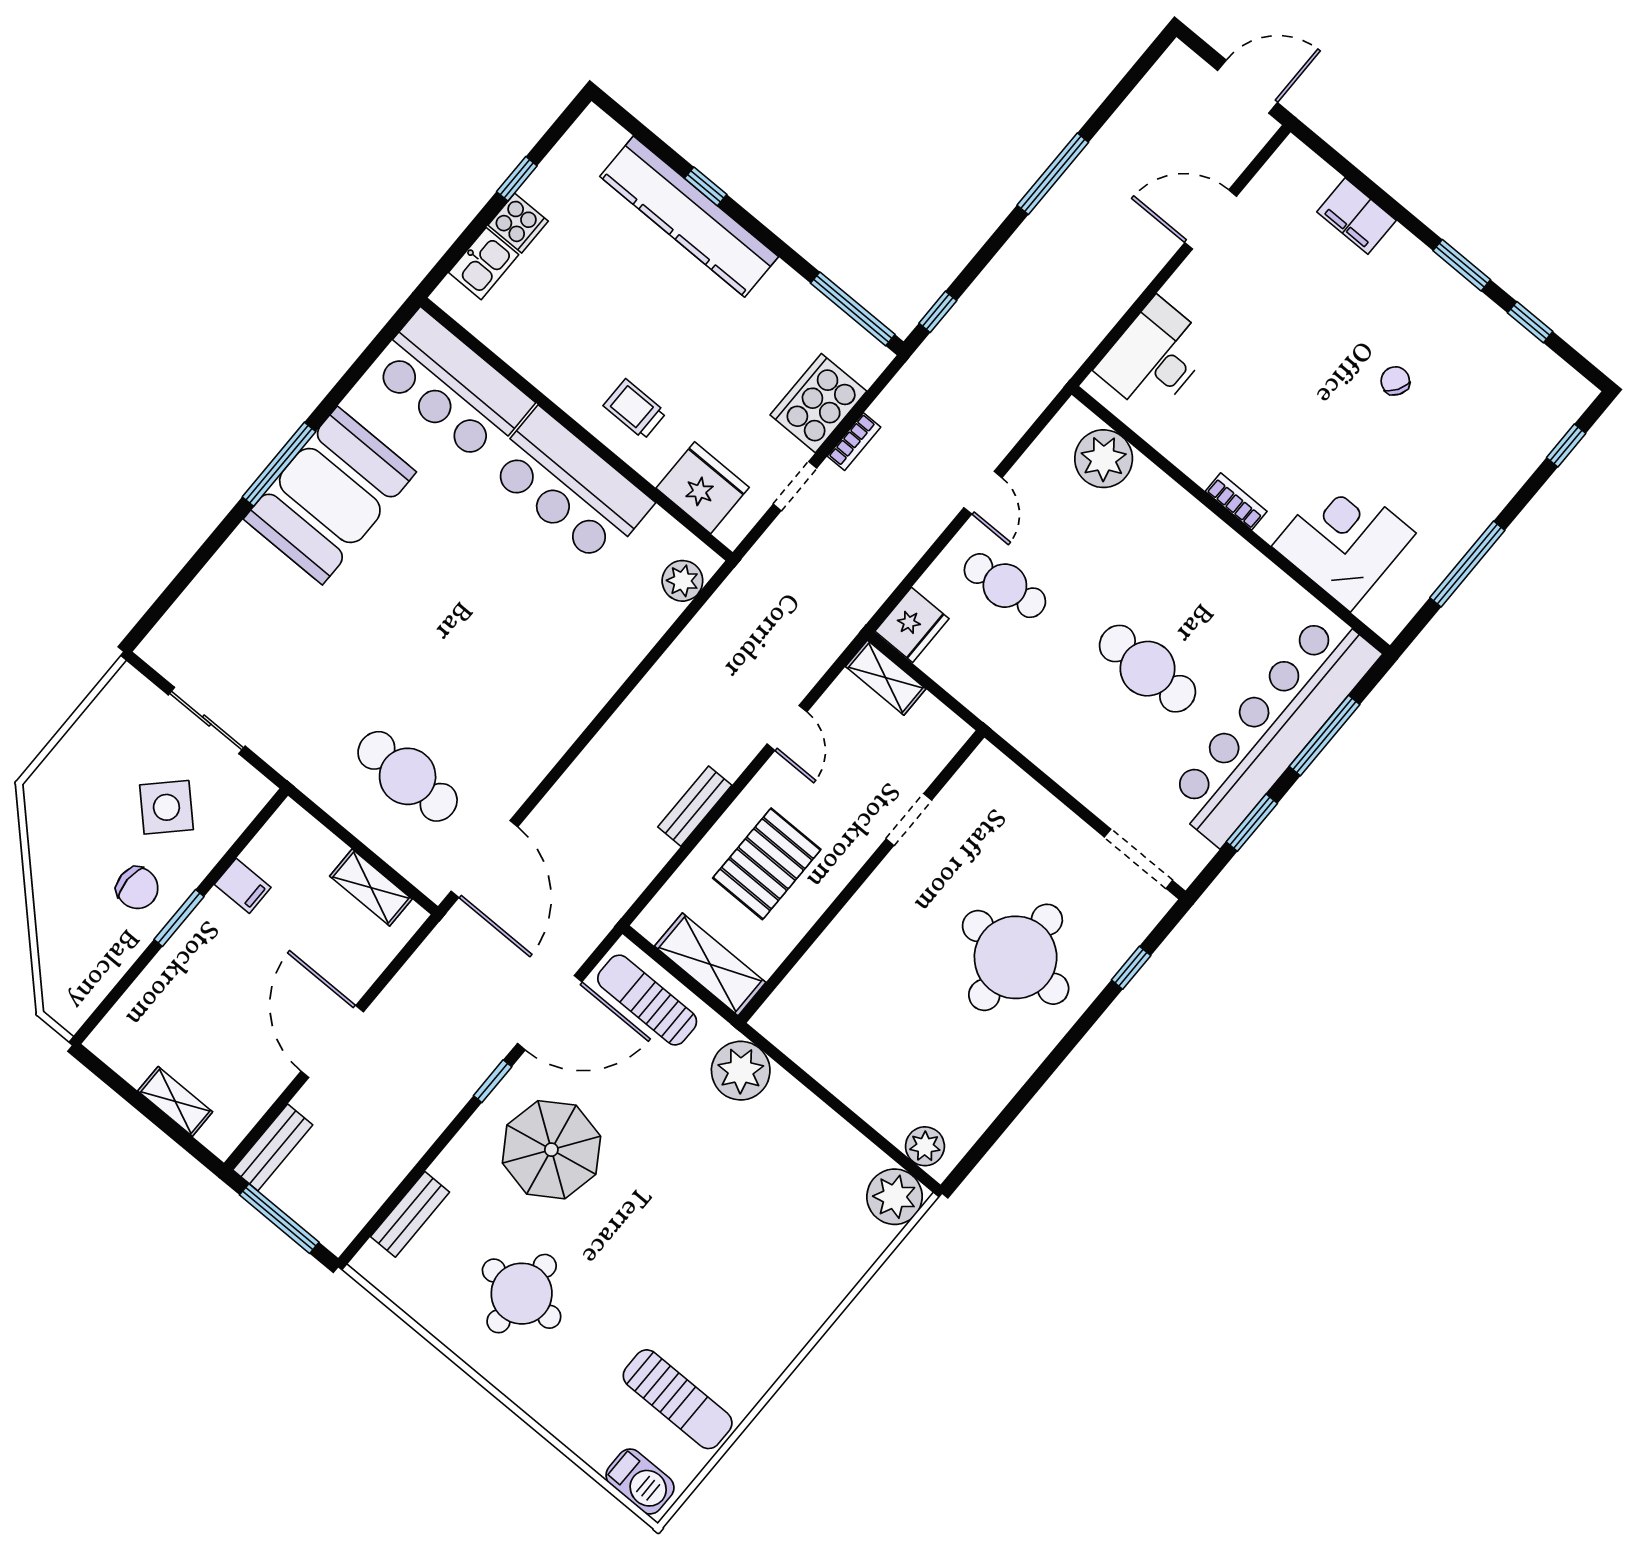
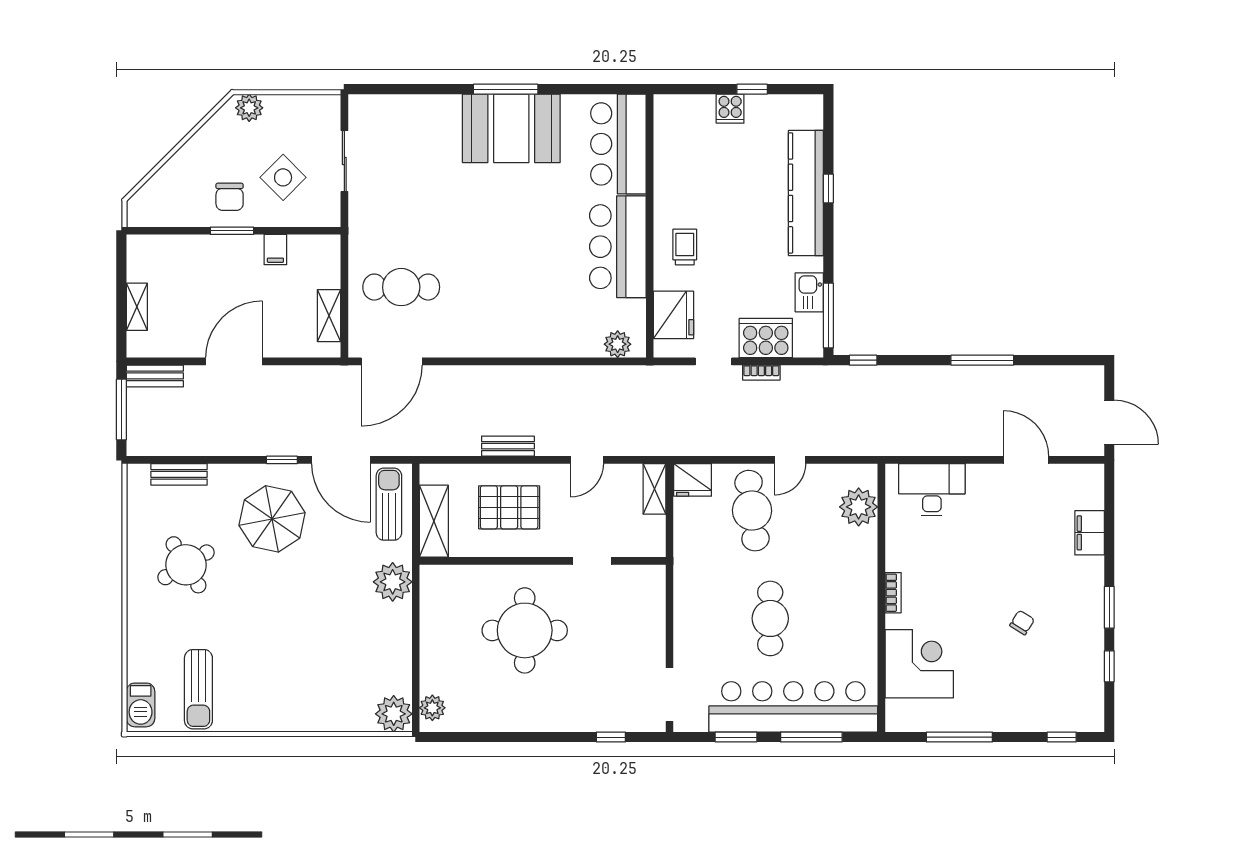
kitchen sink: (484, 264) -> (809, 292), moved, turned 90
cafe table: (1005, 586) -> (752, 511), width x1.37, depth x1.35
cafe table: (408, 776) -> (401, 287), turned 90
plant: (53, 779) -> (249, 108), added
round table: (1016, 957) -> (525, 630), moved
round table: (522, 1294) -> (186, 565), turned -31

